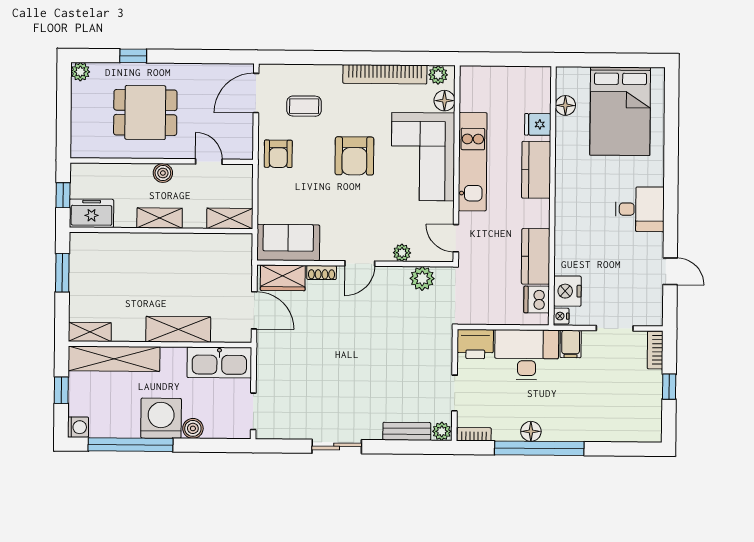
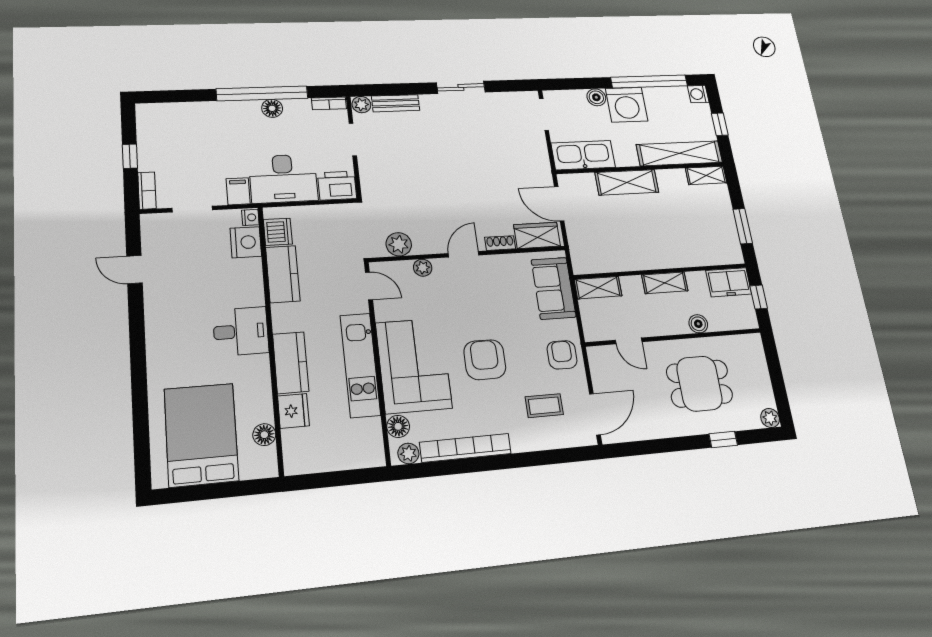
fridge: (538, 124) -> (293, 411), width x1.38
boiler: (163, 173) -> (698, 324), moved
desk: (640, 209) -> (241, 331), moved, turned 180
sofa: (288, 243) -> (554, 288), moved, turned 90

